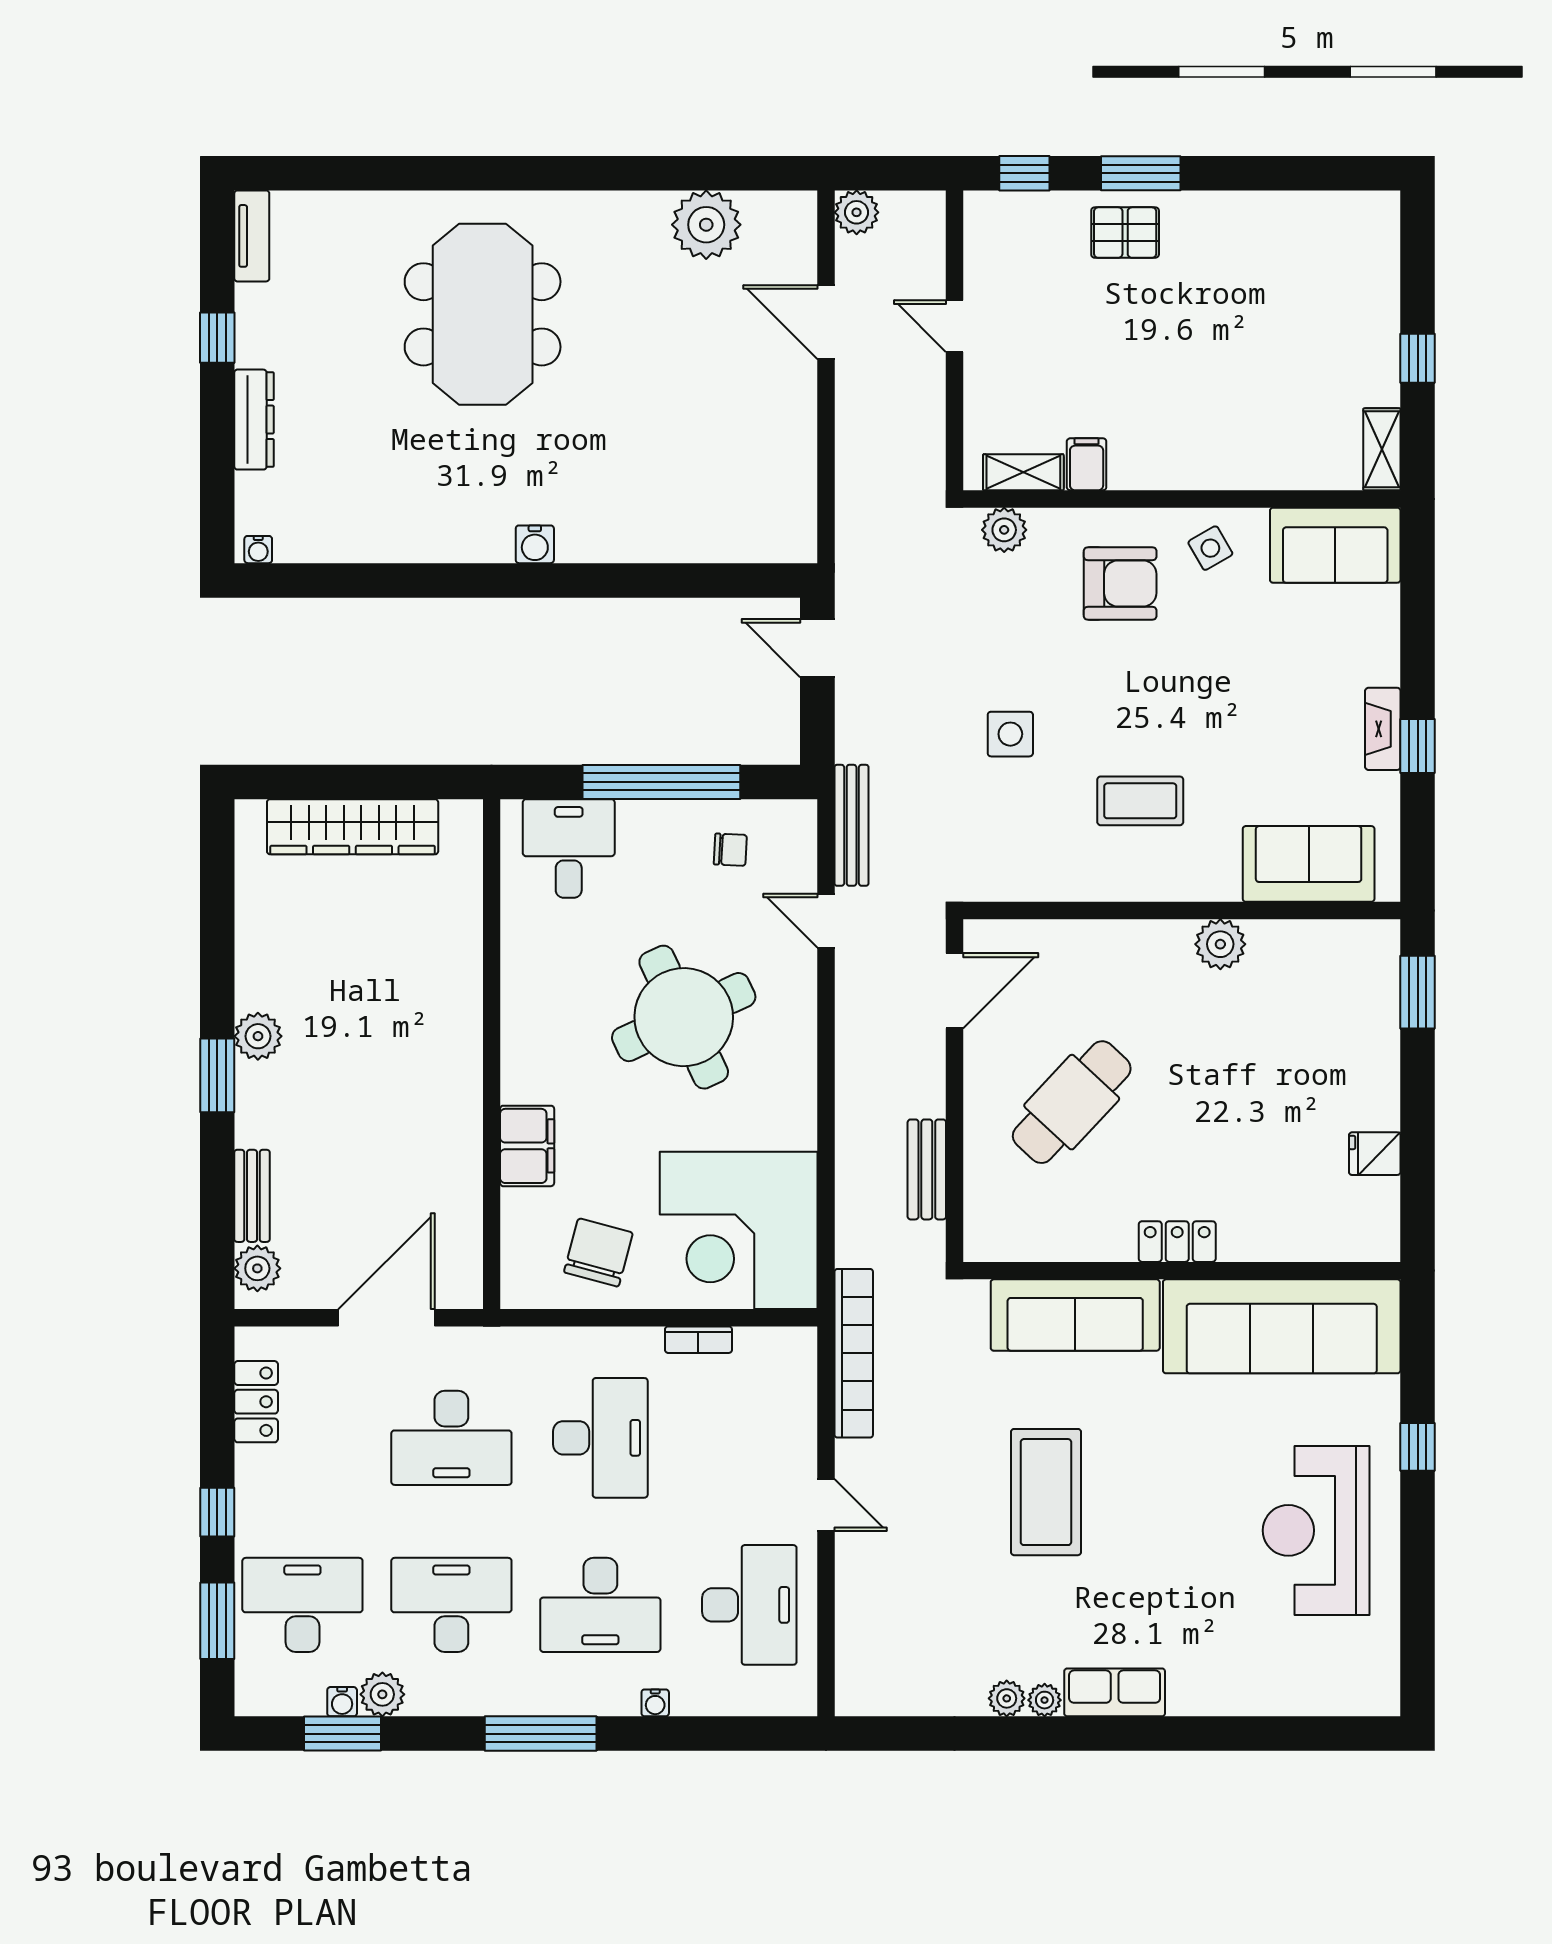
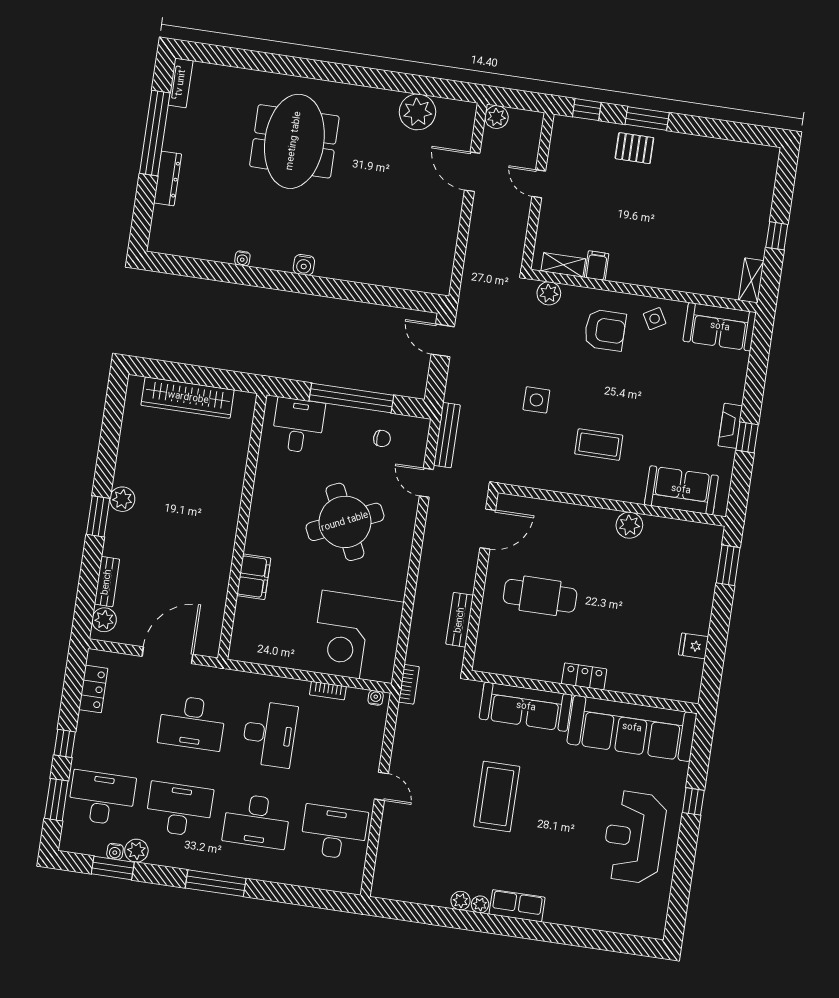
window: (217, 338) -> (155, 133), width x3.17
water cooler: (258, 550) -> (242, 259), moved
cafe table: (1072, 1102) -> (540, 596), turned 47
chair: (598, 1252) -> (283, 638), removed
bookcase: (854, 1353) -> (409, 684), width x0.43, depth x0.76
desk: (749, 1605) -> (334, 832), turned -90
water cooler: (655, 1703) -> (376, 698), moved, turned 180

